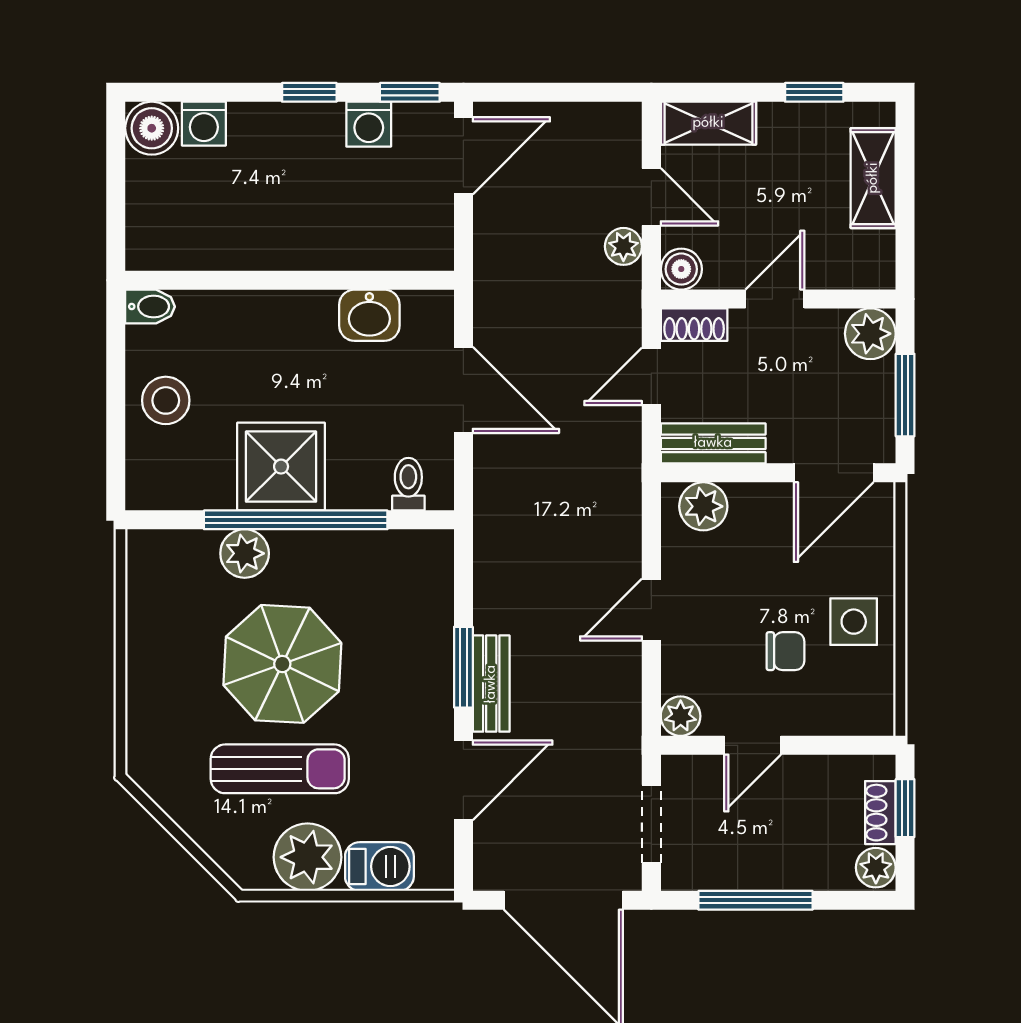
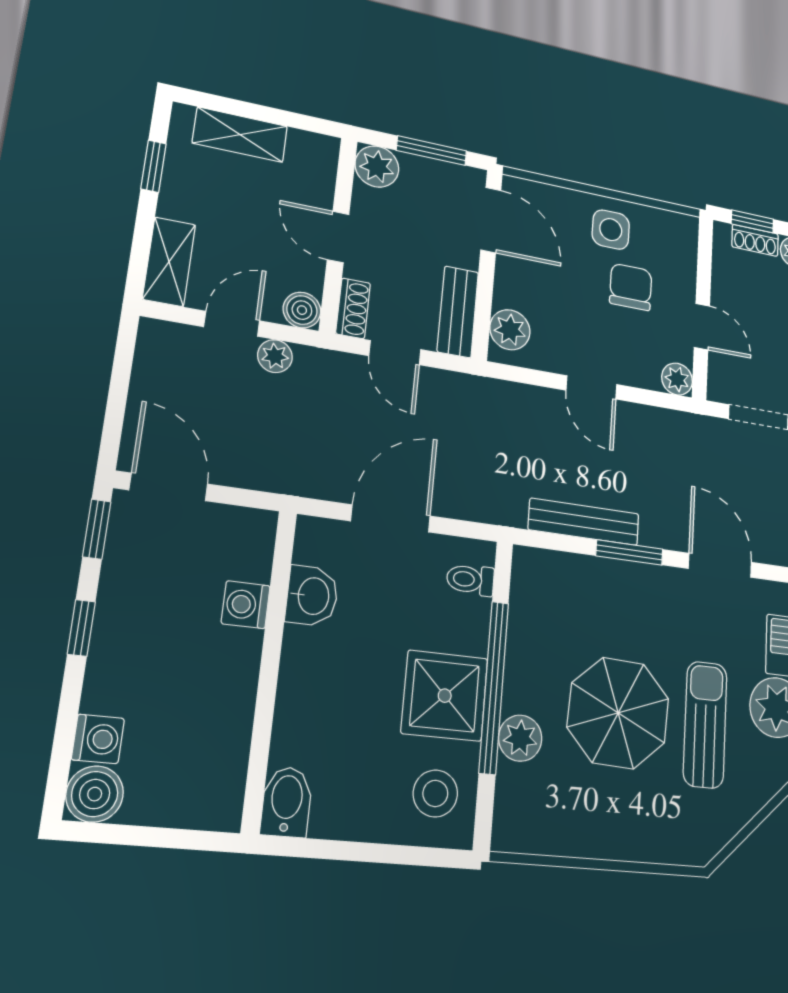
washing machine: (369, 124) -> (246, 605), moved, turned 180
bidet: (150, 307) -> (287, 802), width x1.38, depth x1.36
stool: (166, 400) -> (435, 793), moved
chair: (785, 651) -> (631, 287), width x1.37, depth x1.37
bench: (491, 684) -> (584, 522), moved, width x1.36

